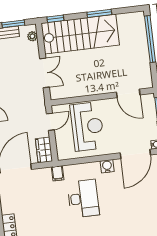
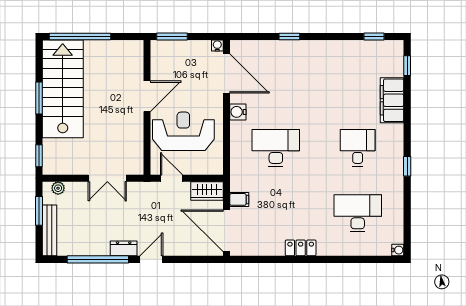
stairs: (80, 34) -> (63, 89), moved
double door: (44, 73) -> (107, 178), swing flipped
door: (128, 93) -> (147, 96), moved
filing cabinet: (58, 173) -> (239, 199), moved

